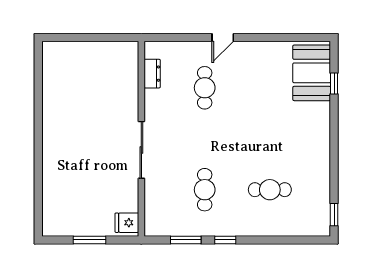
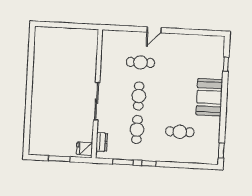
booth: (312, 73) -> (209, 97), moved
dresser: (152, 74) -> (102, 142), moved
cafe table: (205, 88) -> (140, 62), turned 90
cafe table: (205, 139) -> (139, 96), added

